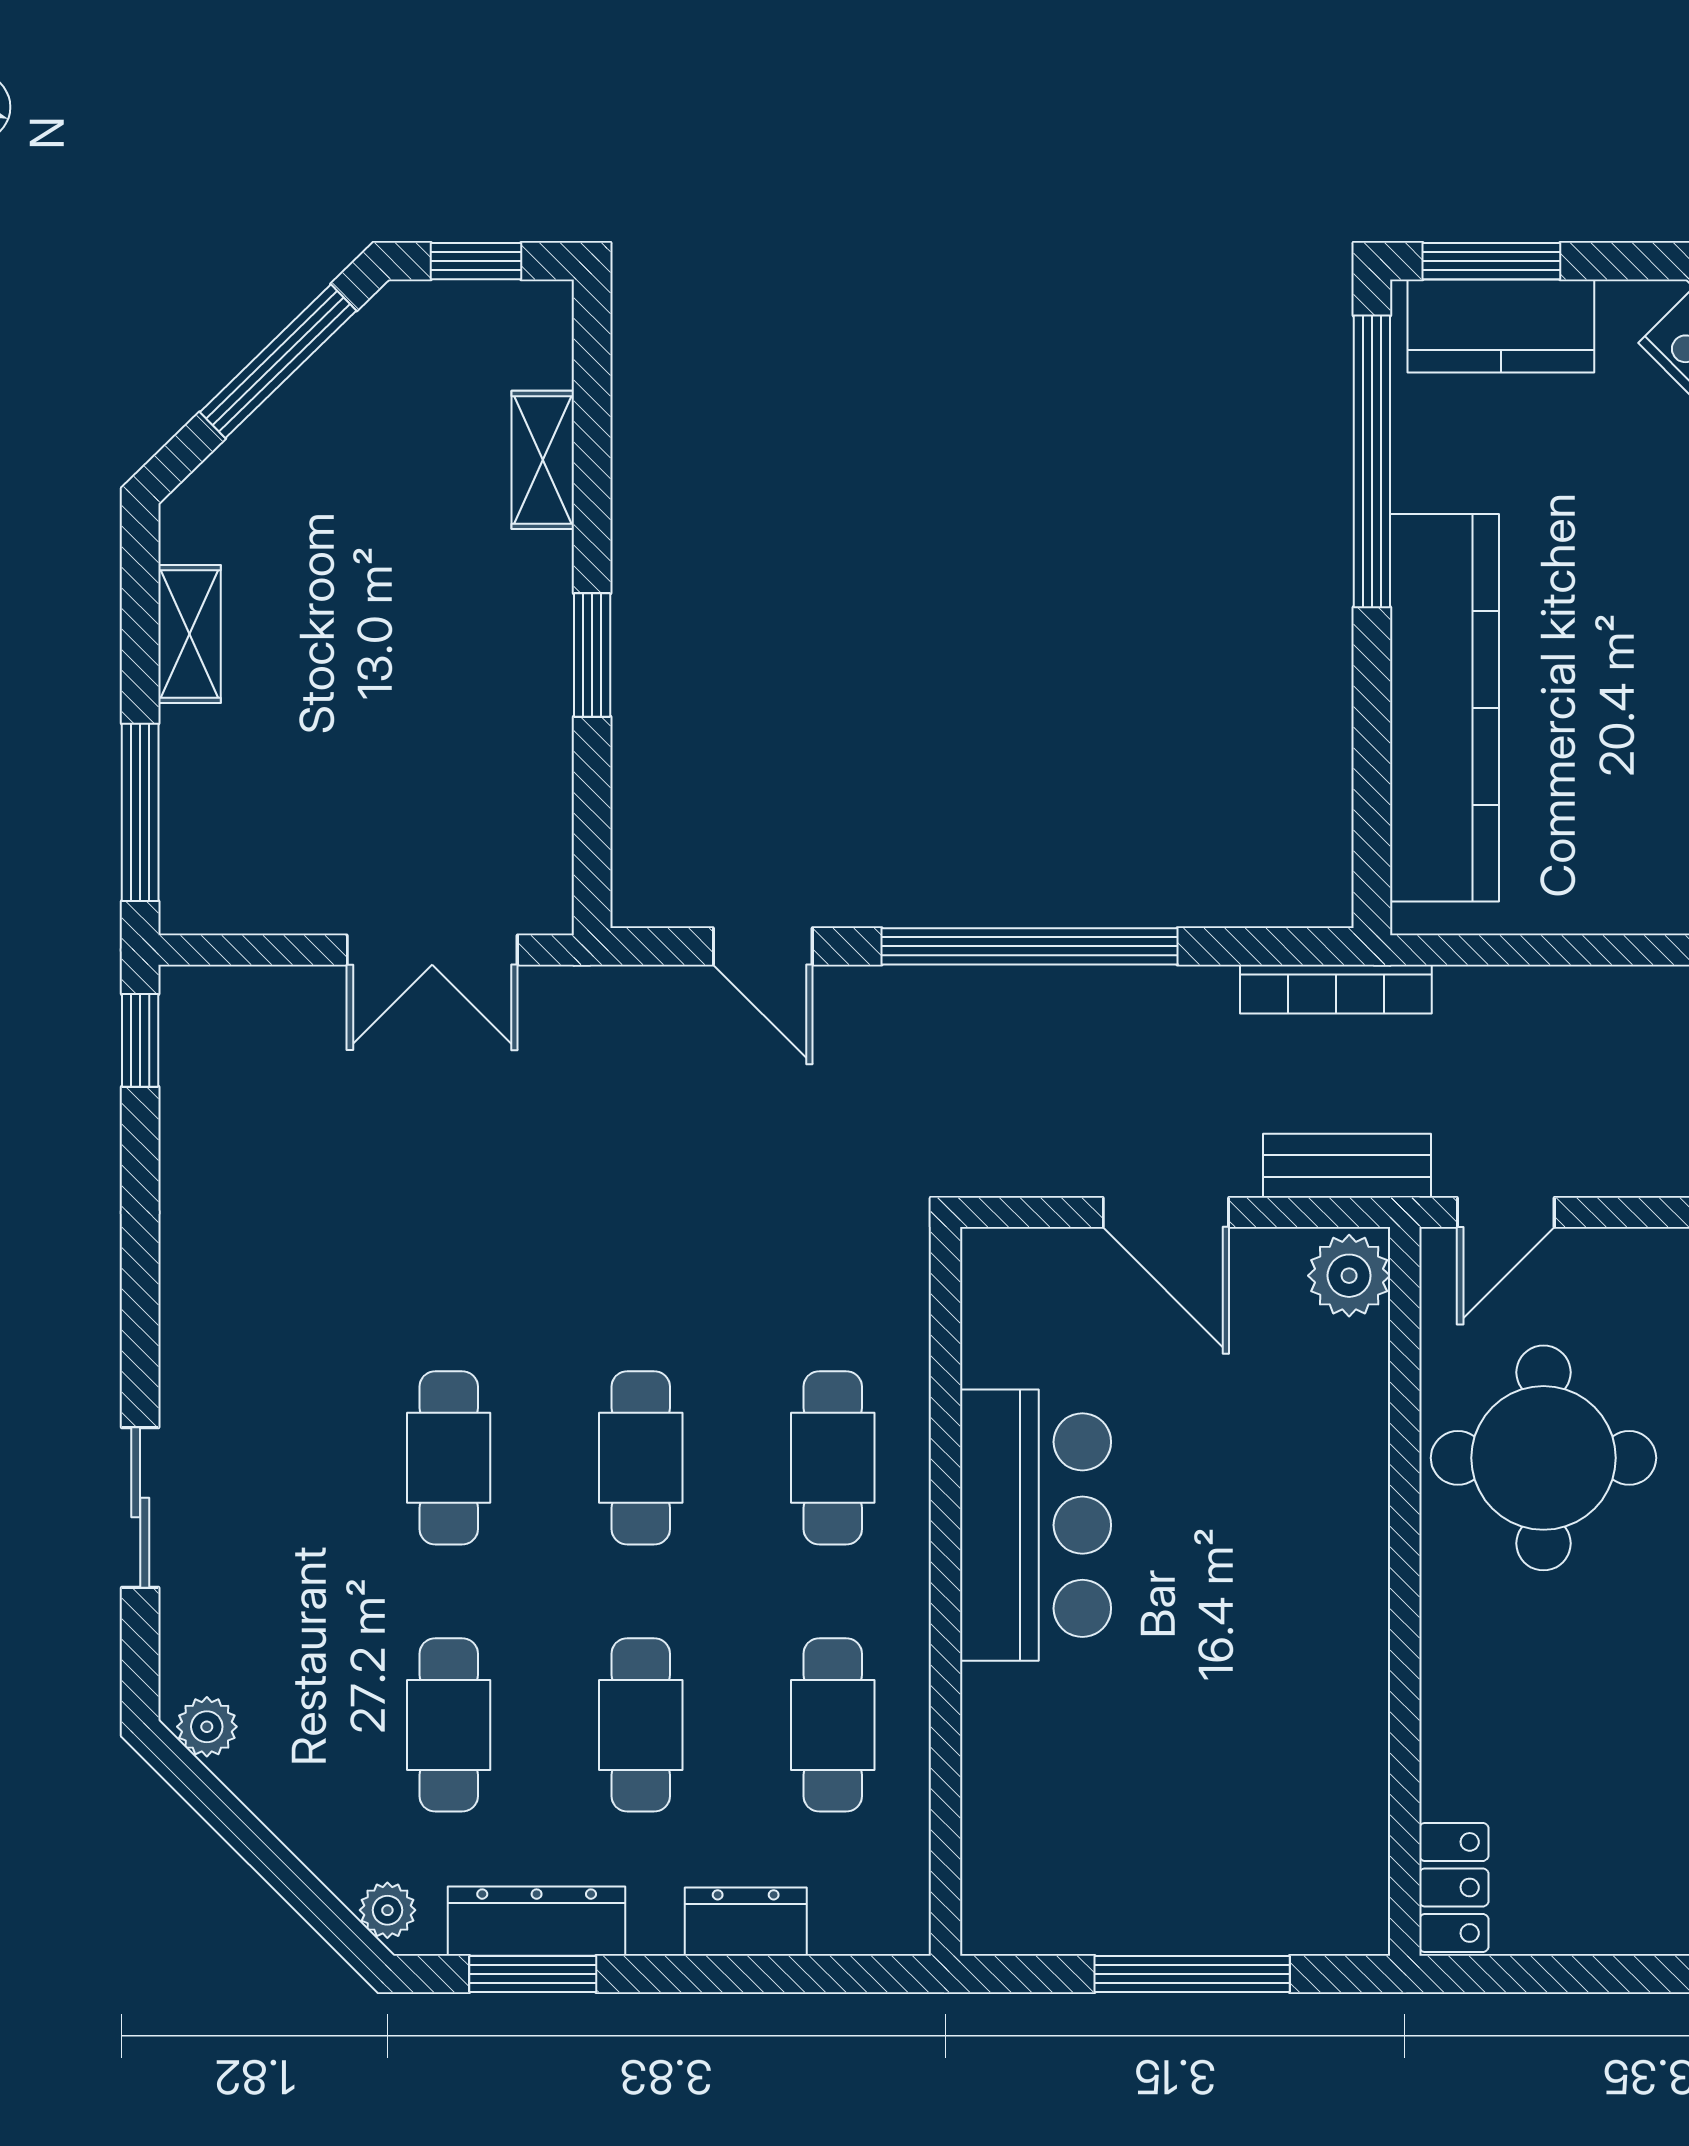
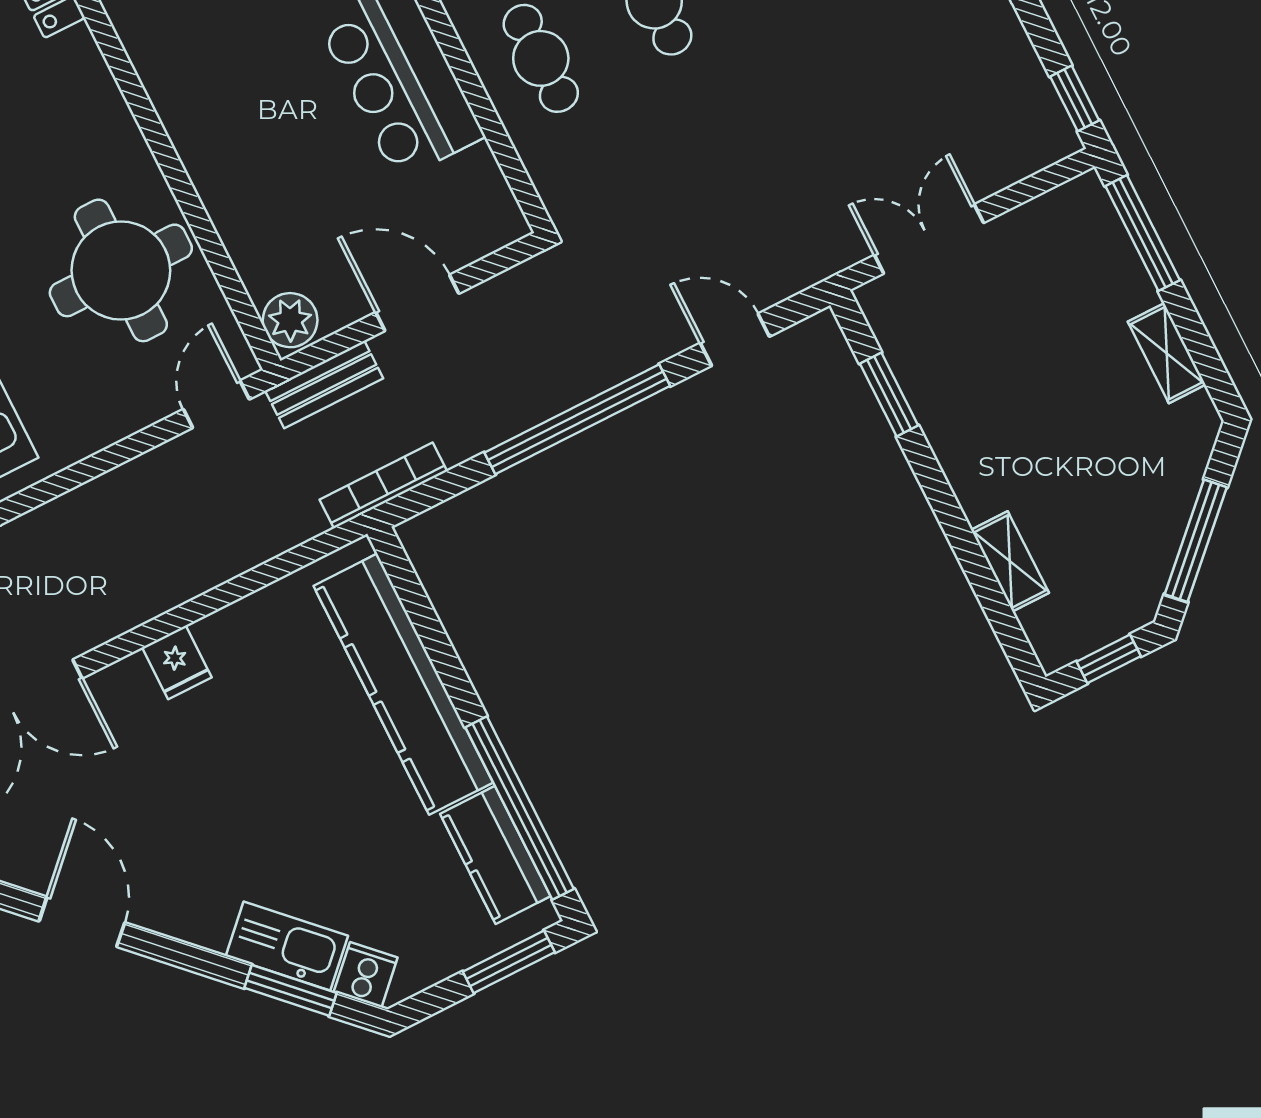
kitchen counter: (1501, 326) -> (495, 855), moved, turned -90
window: (592, 655) -> (889, 394), moved

